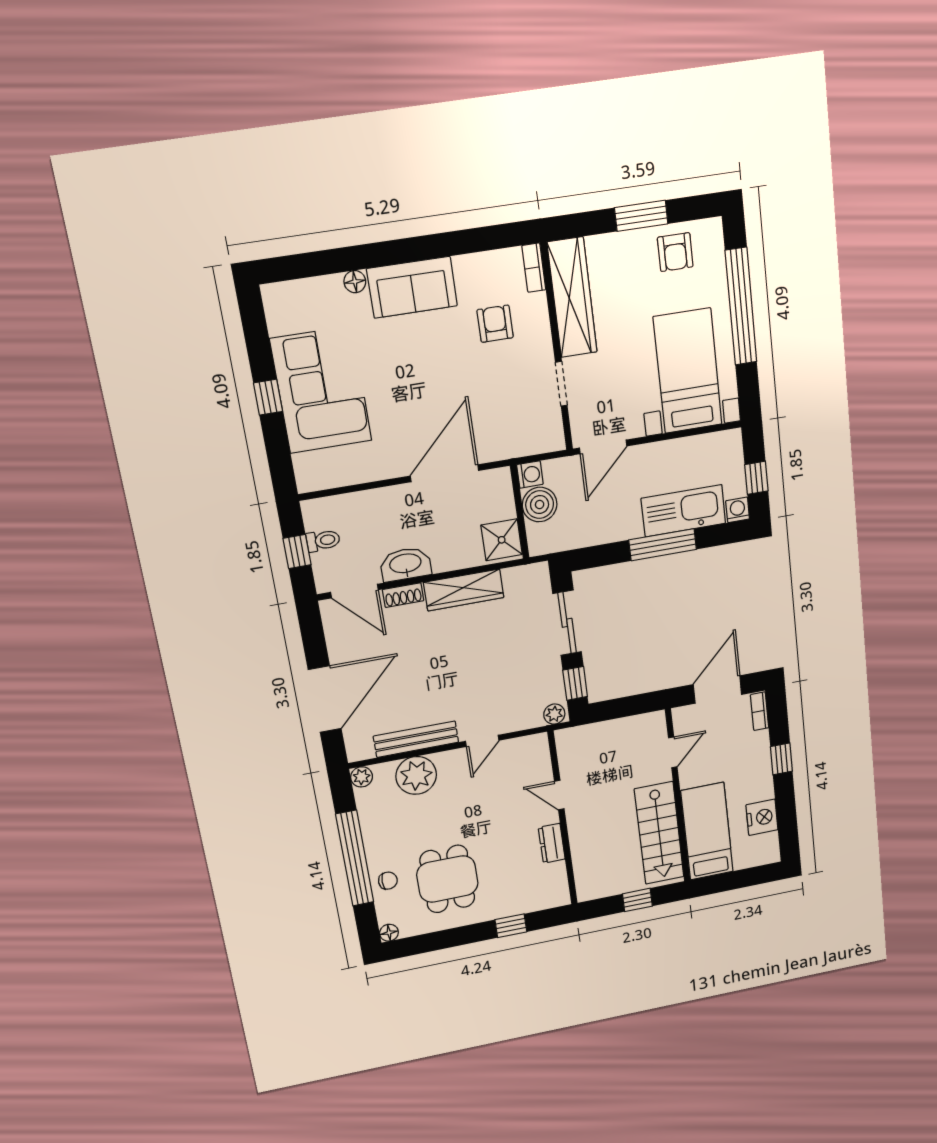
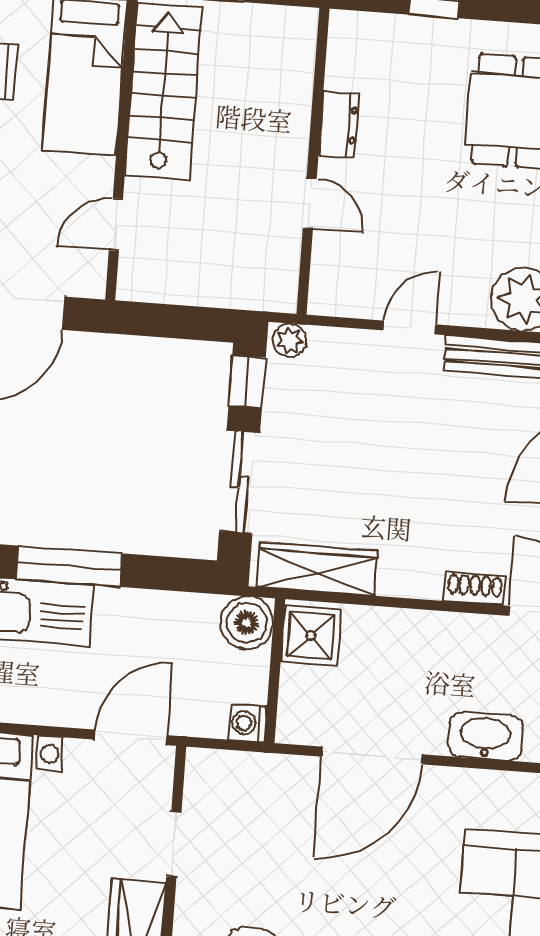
boiler: (540, 505) -> (247, 623), moved
washbasin: (405, 564) -> (485, 736), moved, turned 180
wardrobe: (464, 590) -> (317, 569), moved

